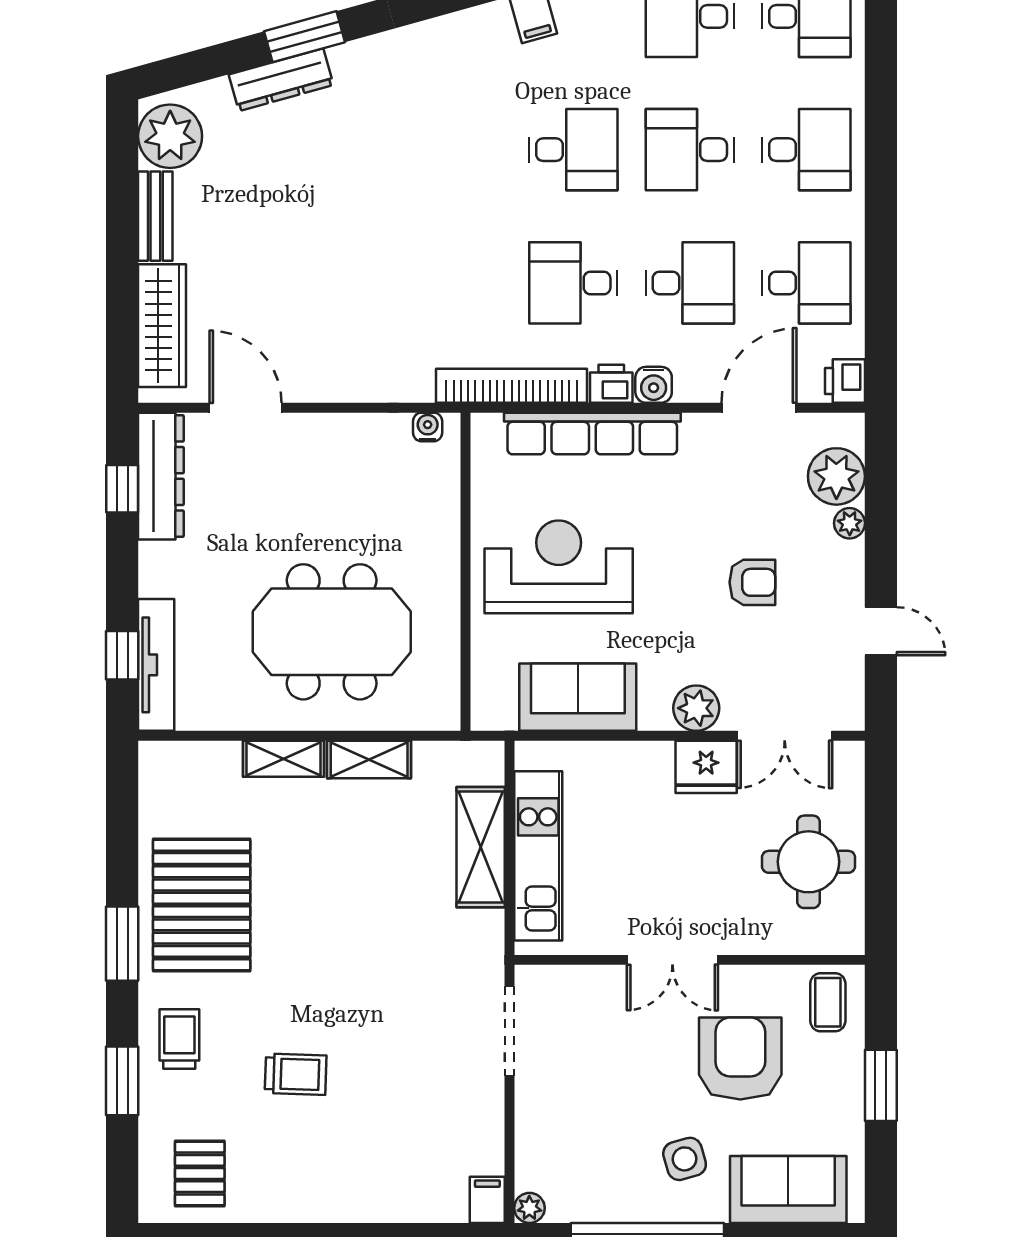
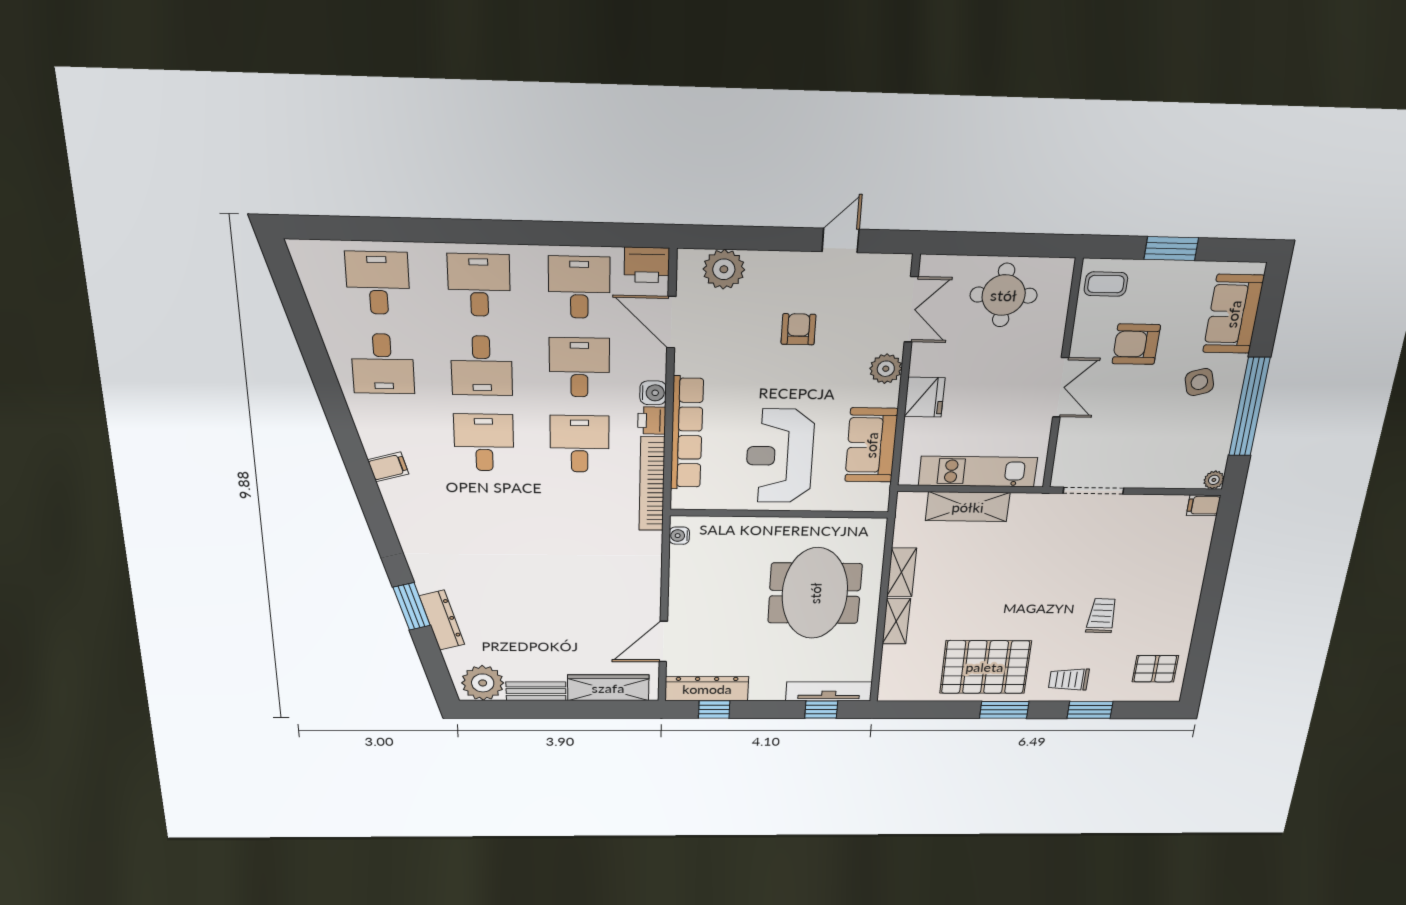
desk: (573, 283) -> (580, 444), turned 180
printer: (845, 381) -> (647, 265), width x1.36, depth x1.24
plant: (850, 523) -> (759, 261), removed
fridge: (706, 767) -> (925, 397), moved
armchair: (740, 1058) -> (1136, 344), width x0.73, depth x0.73

